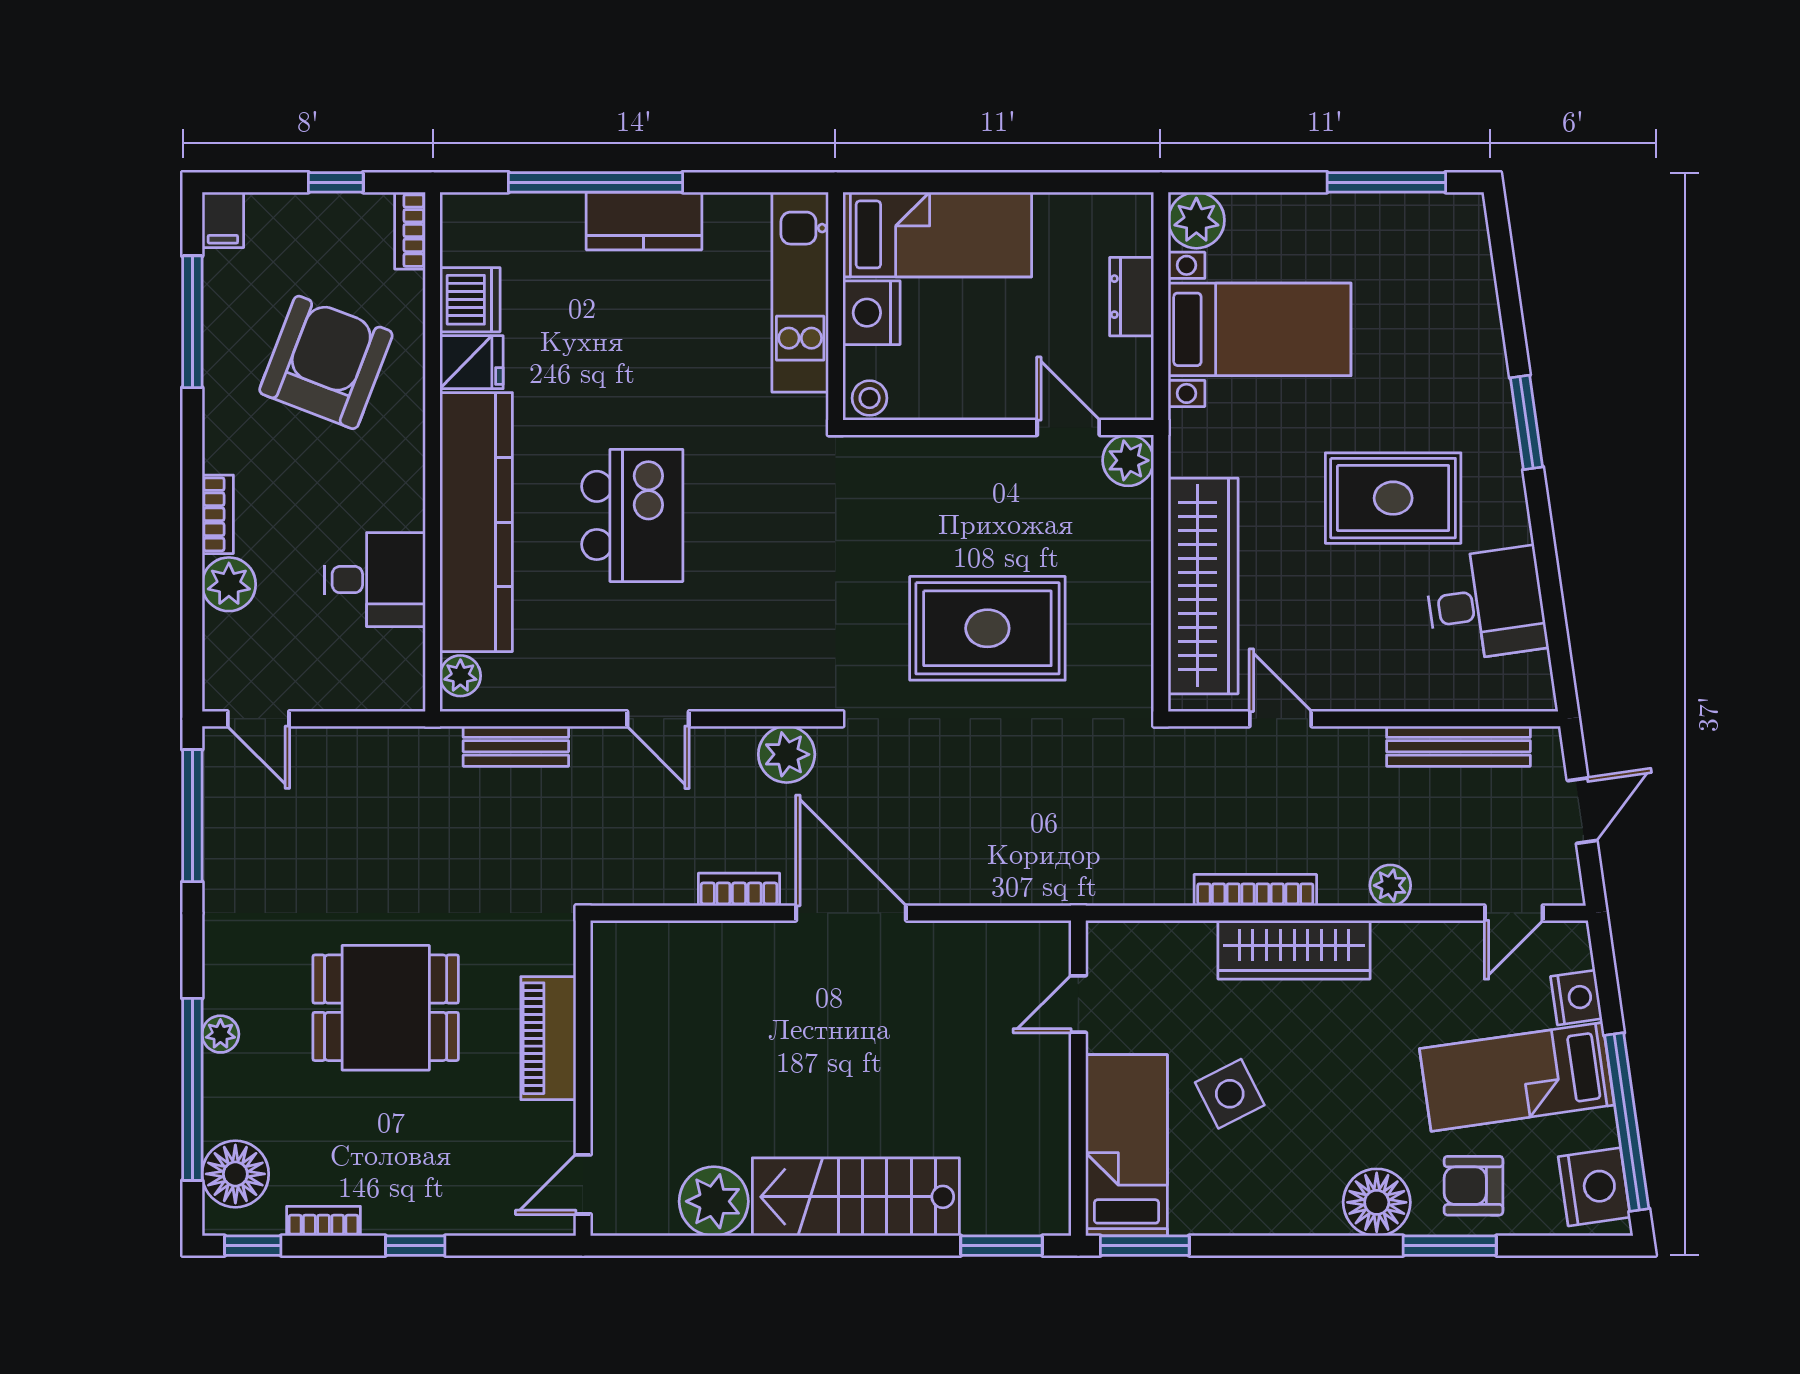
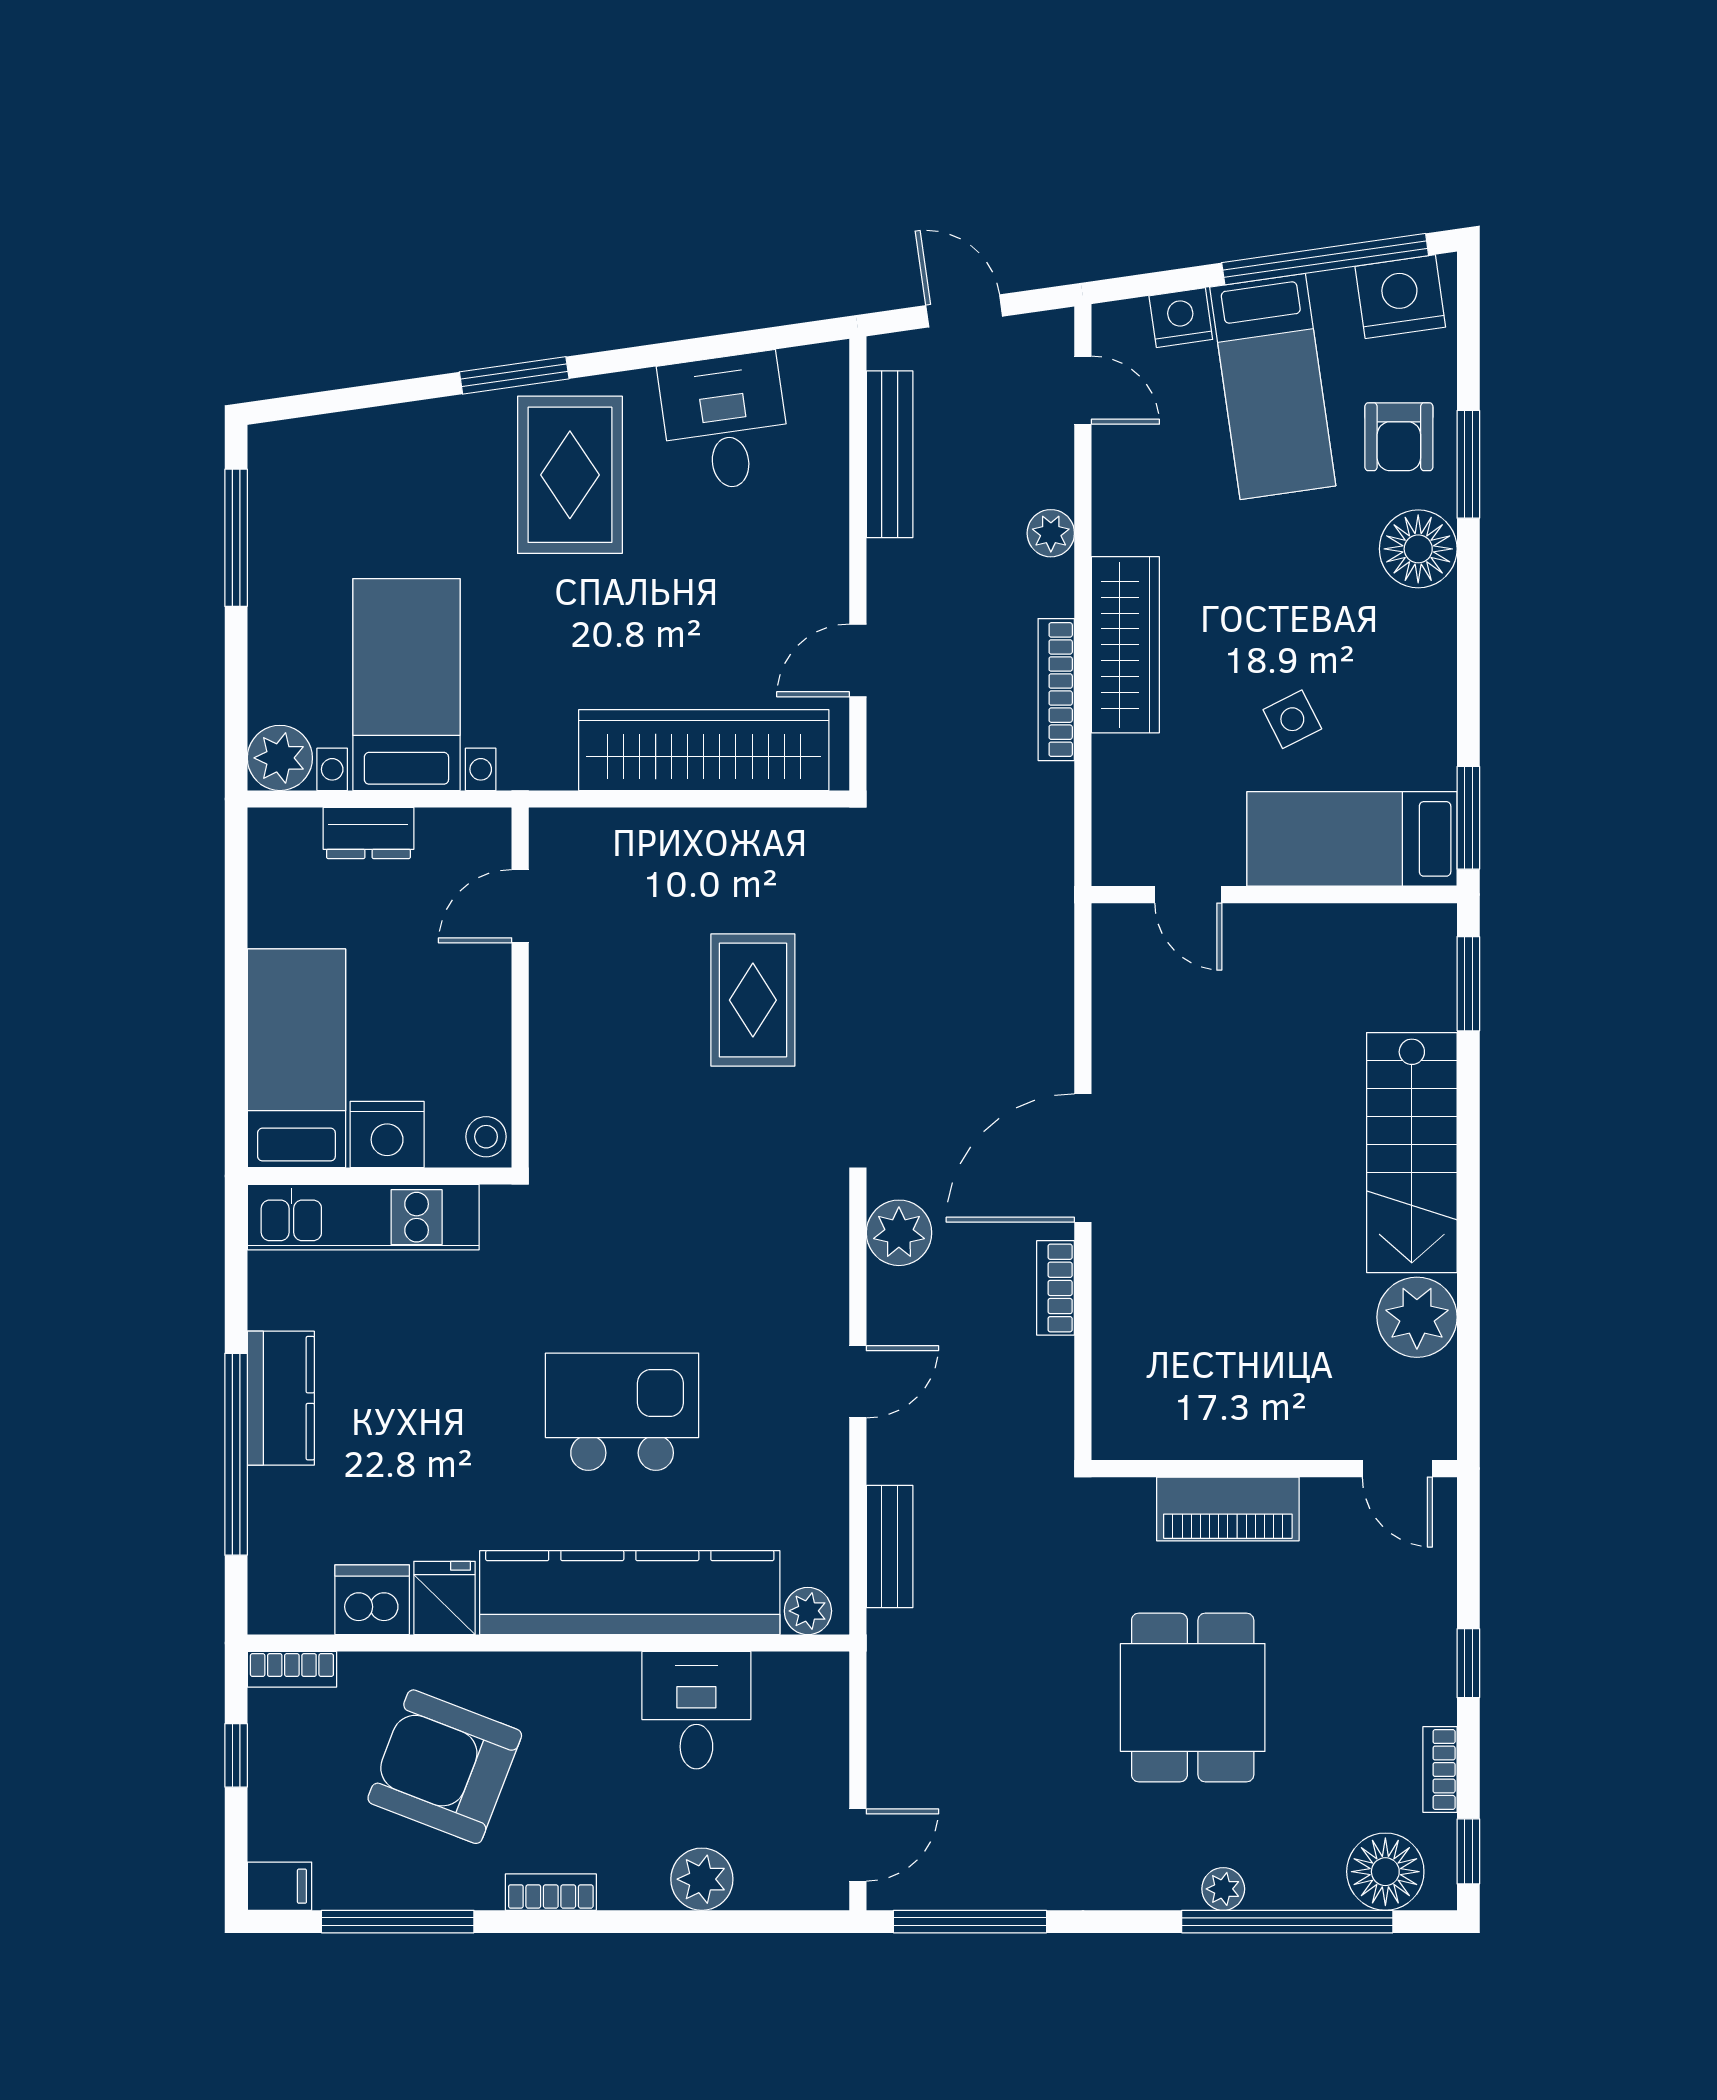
plant: (1128, 460) -> (558, 837), removed
rug: (1393, 498) -> (570, 475), moved
bookcase: (218, 514) -> (551, 1892), moved
rug: (987, 628) -> (753, 1000), width x0.73, depth x0.70
side table: (1230, 1094) -> (1292, 719), width x0.73, depth x0.73

